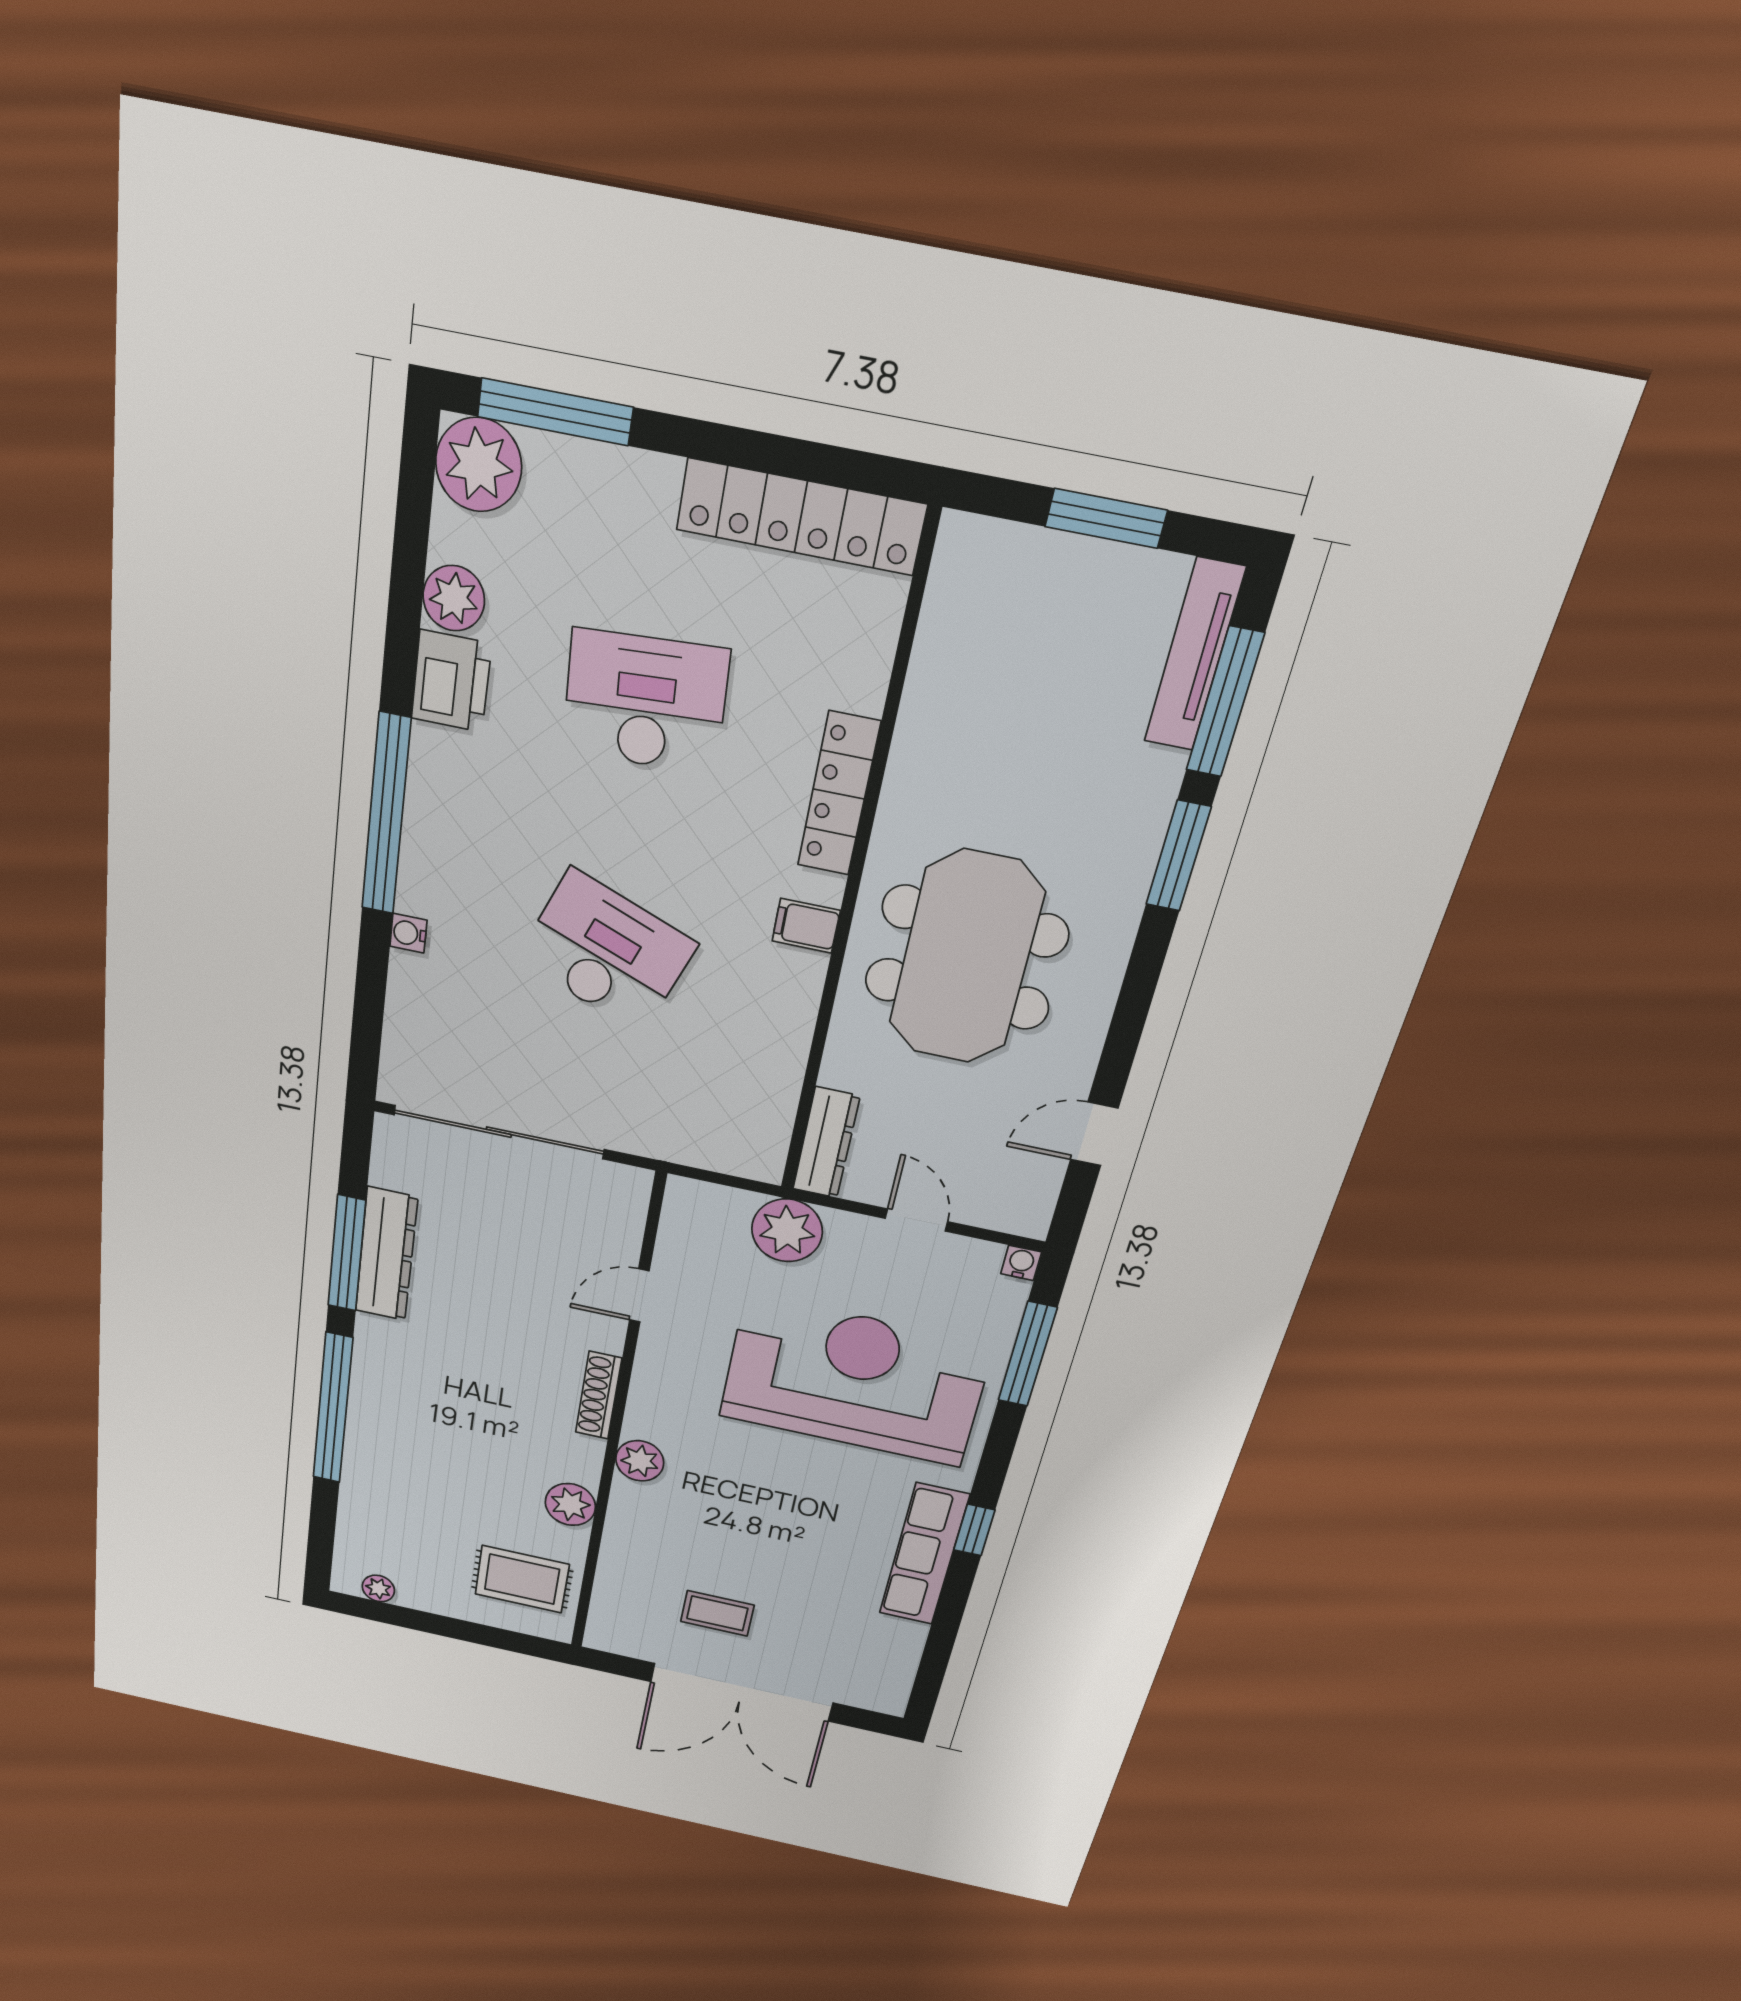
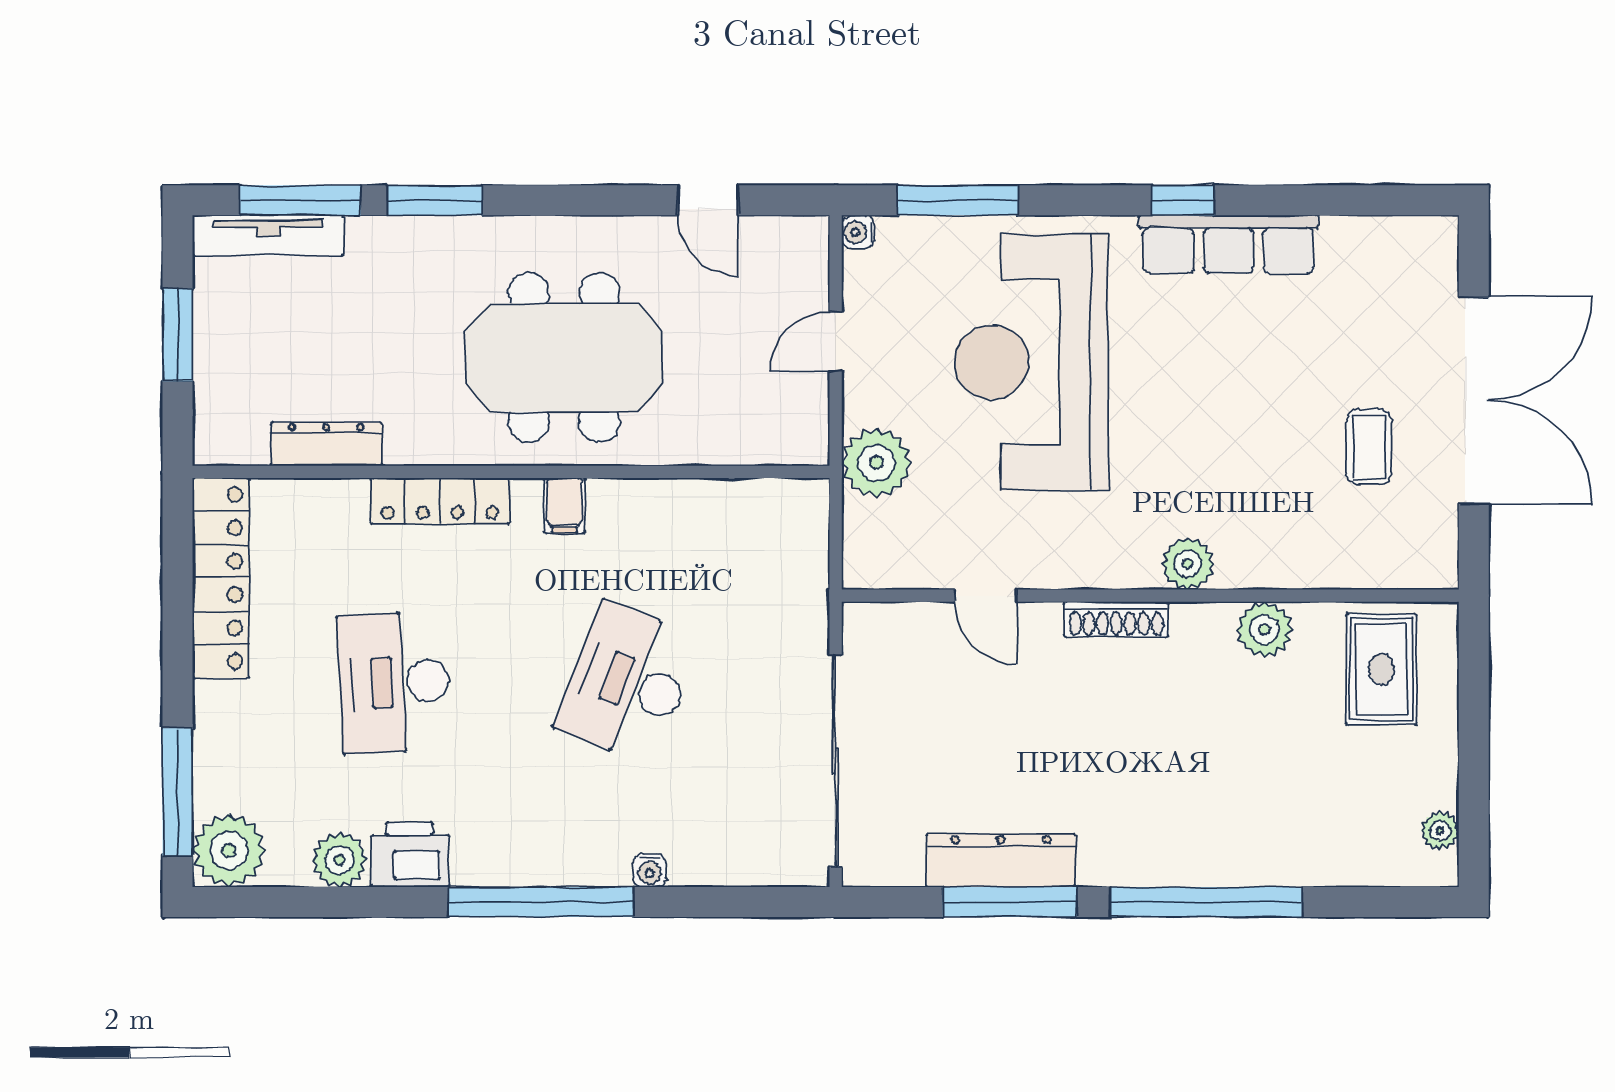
dresser: (826, 1143) -> (326, 444), moved

